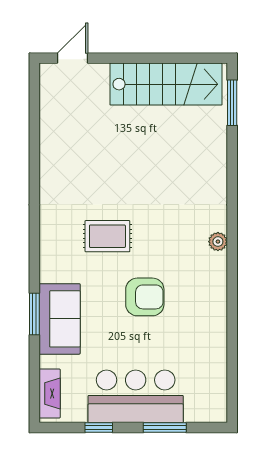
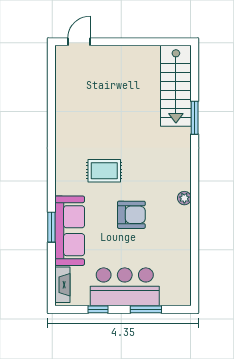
stairs: (166, 84) -> (176, 86), moved, turned 90
window: (232, 103) -> (195, 118), moved
plant: (218, 242) -> (184, 198), moved
sofa: (60, 319) -> (70, 231), width x1.36

